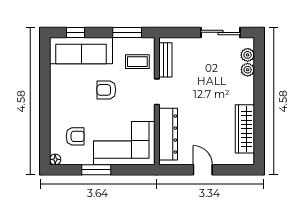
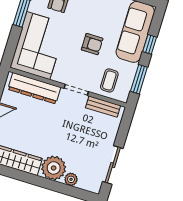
window: (76, 32) -> (150, 44), moved
plant: (248, 55) -> (54, 168), moved, width x1.87, depth x1.87
armchair: (106, 90) -> (92, 44), turned 90

